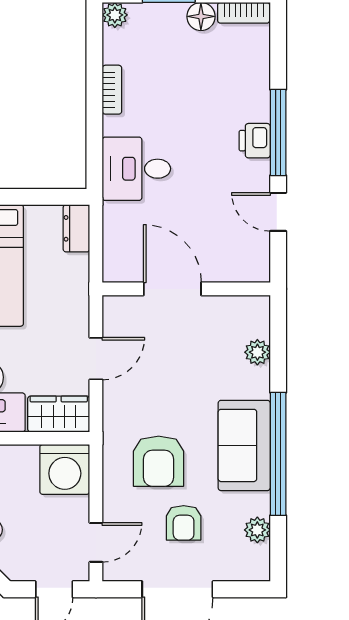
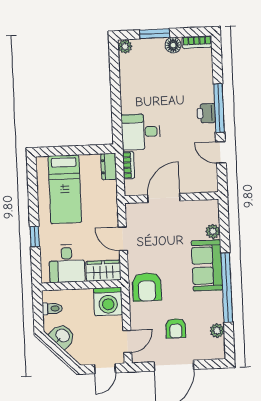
bookcase: (112, 90) -> (129, 165), moved
door: (172, 289) -> (164, 198), hinge flipped
door: (96, 359) -> (123, 239), swing flipped
sofa: (244, 445) -> (207, 265), moved
armchair: (159, 461) -> (147, 287), moved

